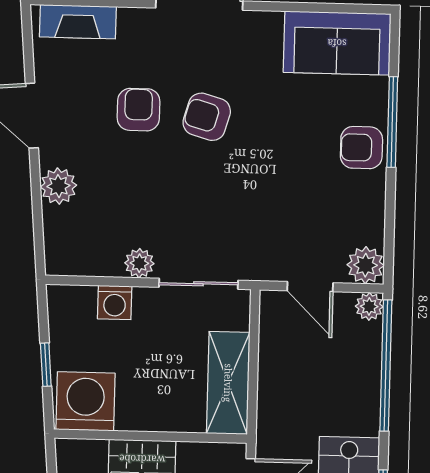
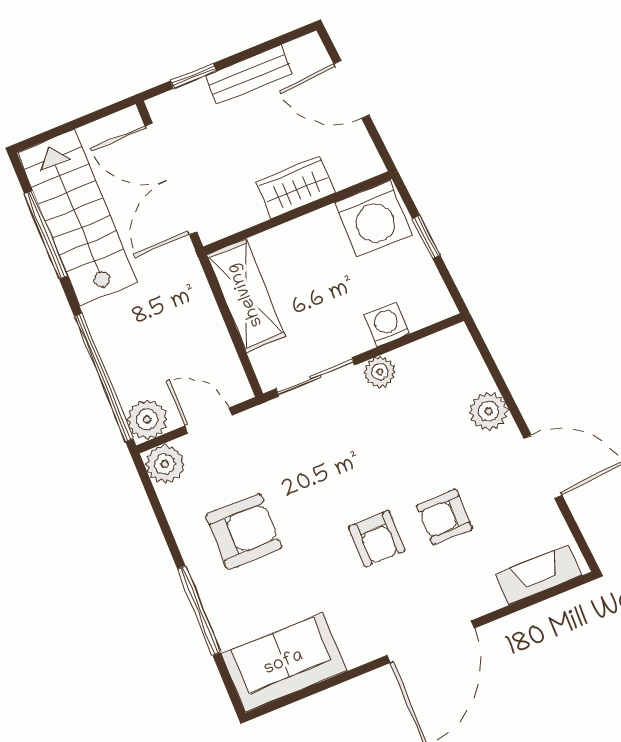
armchair: (138, 110) -> (444, 517), turned 90
armchair: (207, 117) -> (377, 539), turned 74
armchair: (361, 148) -> (244, 531), moved, width x1.38, depth x1.38
plant: (369, 306) -> (147, 419), width x1.38, depth x1.38

